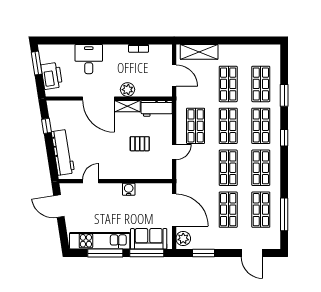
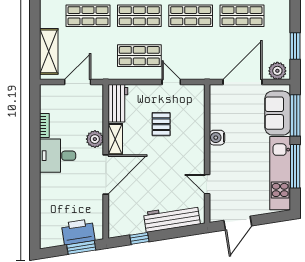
desk: (89, 59) -> (58, 156), moved
window: (37, 63) -> (81, 247), moved

